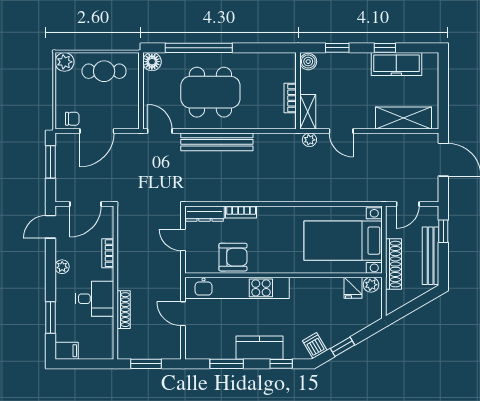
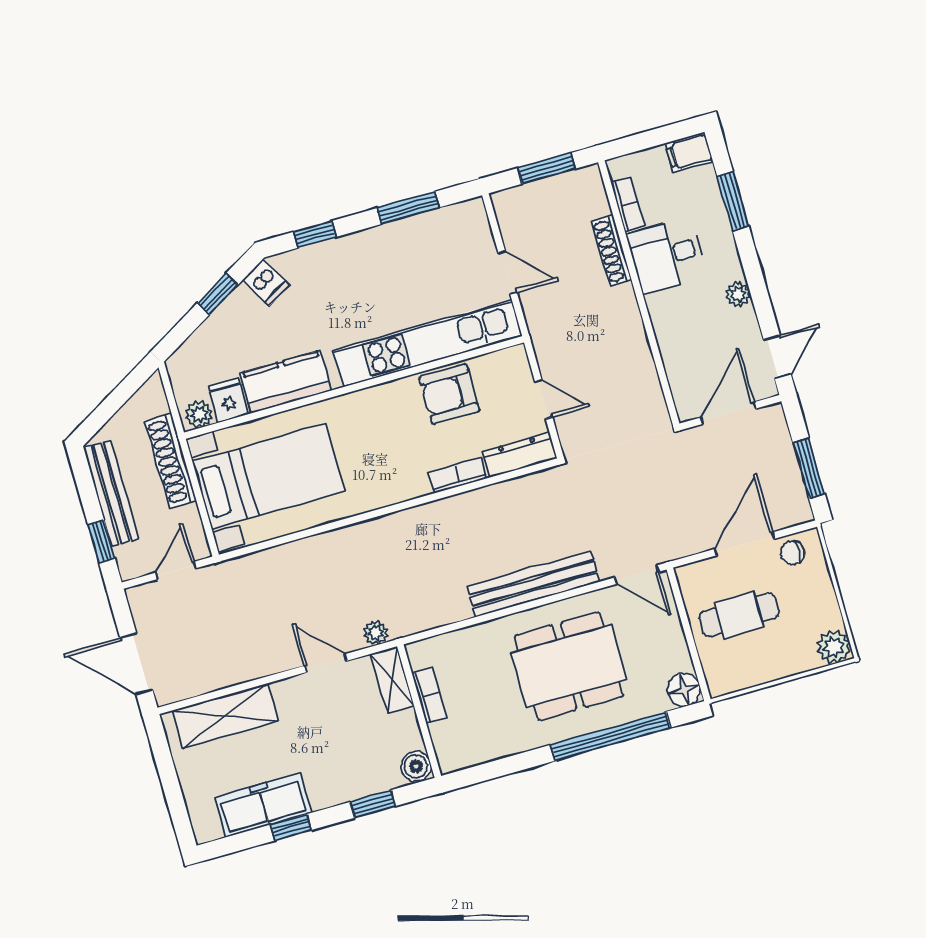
cafe table: (104, 71) -> (739, 615), moved
bookcase: (108, 253) -> (628, 204), moved
kitchen counter: (260, 348) -> (286, 382), moved, turned 180

